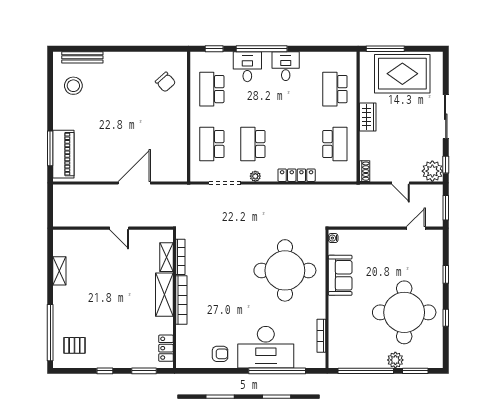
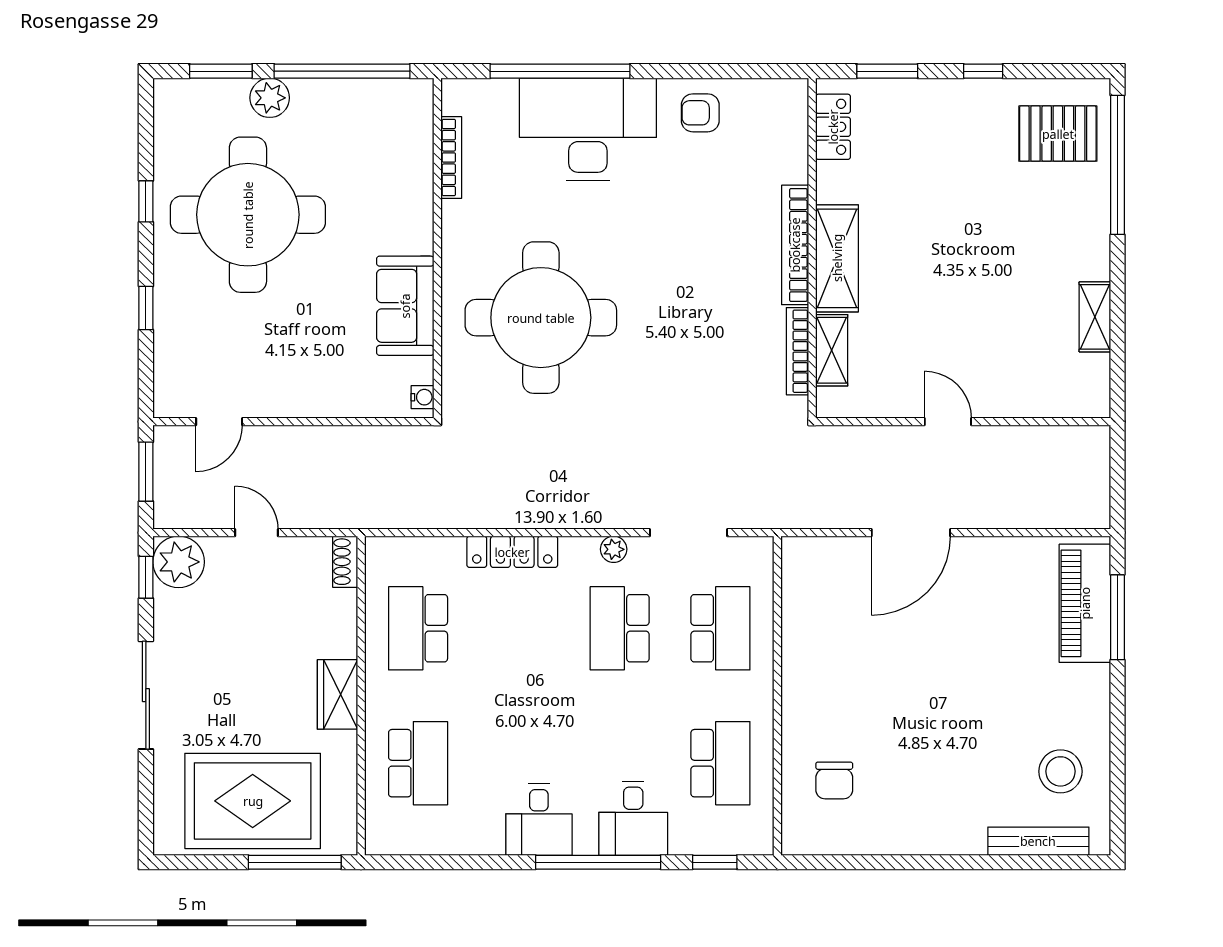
chair: (165, 82) -> (834, 780), turned -138
school desk: (253, 144) -> (620, 628), turned 180
pallet: (74, 345) -> (1058, 134), width x1.50, depth x1.42

